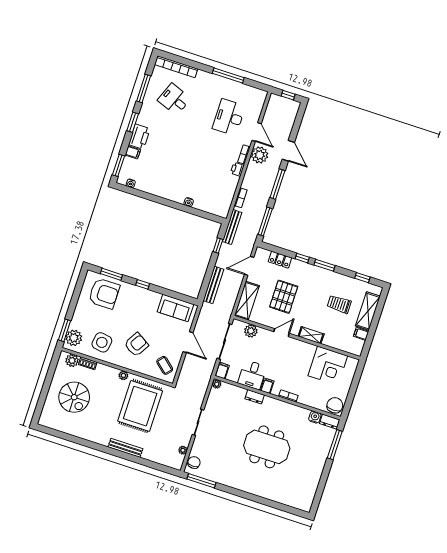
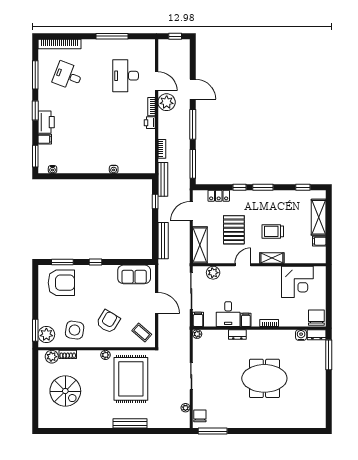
trolley: (339, 304) -> (273, 231), moved

